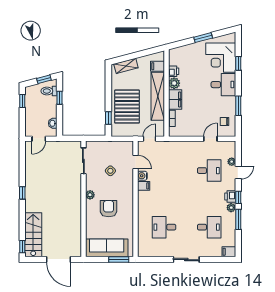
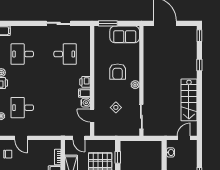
door: (149, 139) -> (79, 138), hinge flipped
door: (210, 139) -> (21, 138), hinge flipped
window: (22, 193) -> (199, 65), moved
printer: (143, 198) -> (85, 82), added
stairs: (33, 235) -> (189, 100), moved
sofa: (107, 248) -> (125, 34), width x0.73
sliding door: (186, 260) -> (59, 23), moved

